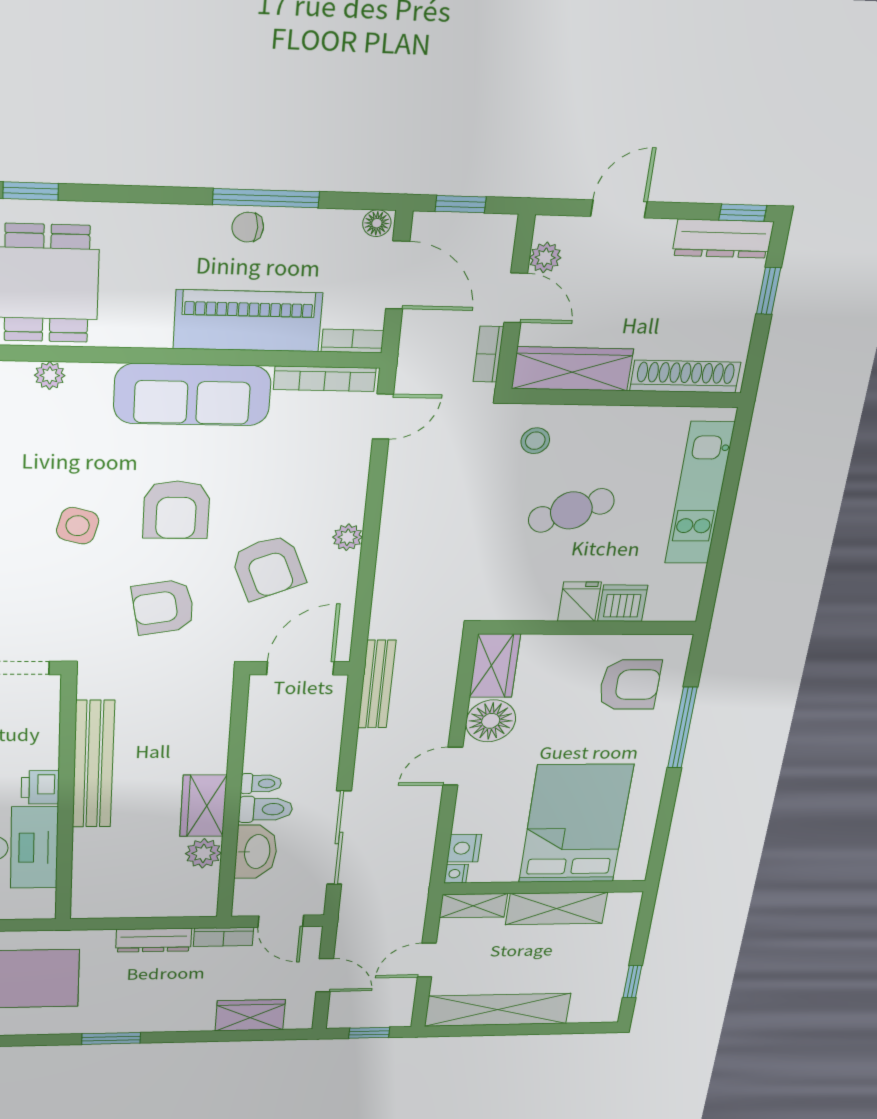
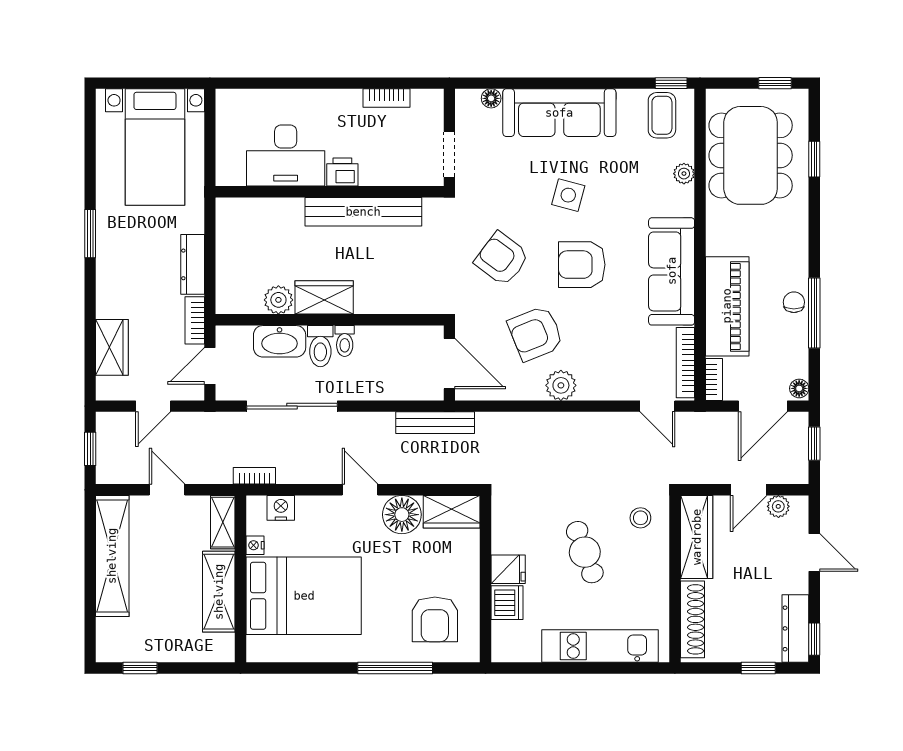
bookcase: (488, 354) -> (254, 476), moved
plant: (348, 537) -> (561, 385), width x1.38, depth x1.38
armchair: (163, 607) -> (502, 259), turned -43
nightstand: (456, 874) -> (255, 545), moved, turned -90

